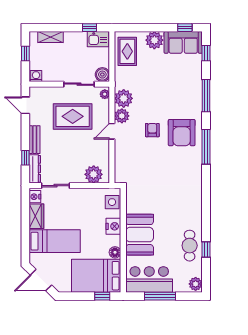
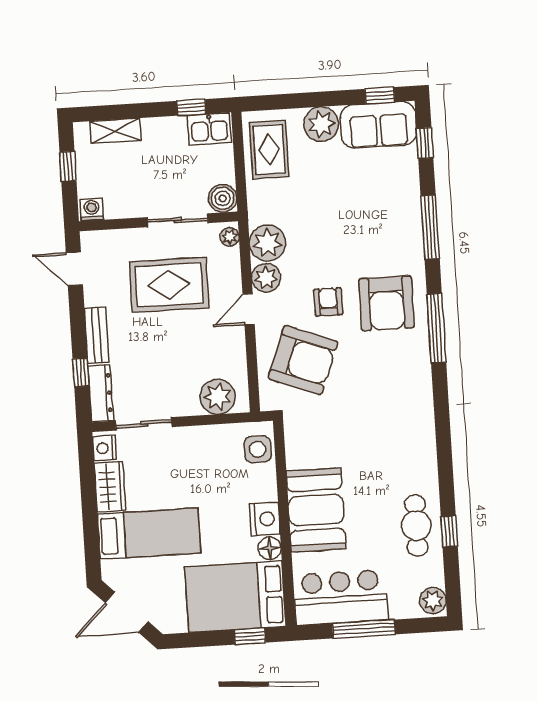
armchair: (138, 159) -> (303, 360), added
nightstand: (113, 226) -> (265, 519), moved

